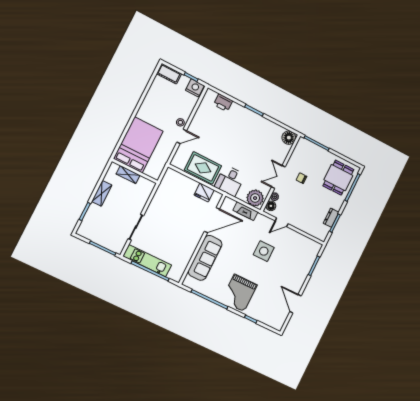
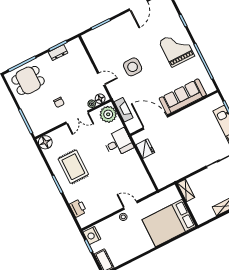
rug: (203, 168) -> (73, 167), moved
shelving: (128, 175) -> (186, 190), moved
grand piano: (239, 293) -> (177, 49), turned -90

